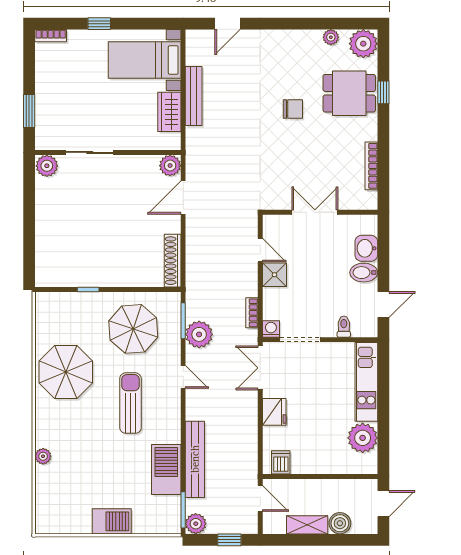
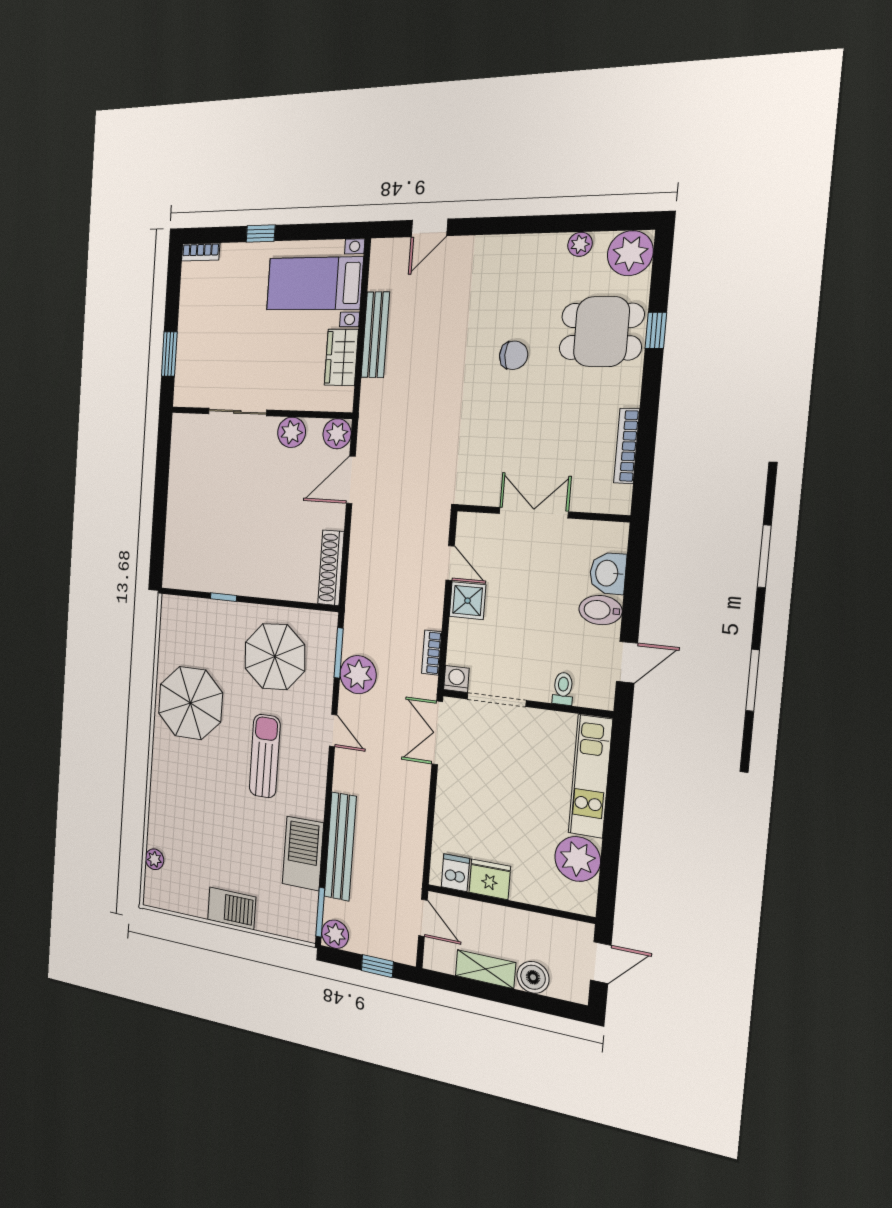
plant: (47, 166) -> (292, 432), moved
fridge: (274, 412) -> (490, 879), moved, turned -90
plant: (43, 456) -> (154, 859), moved

